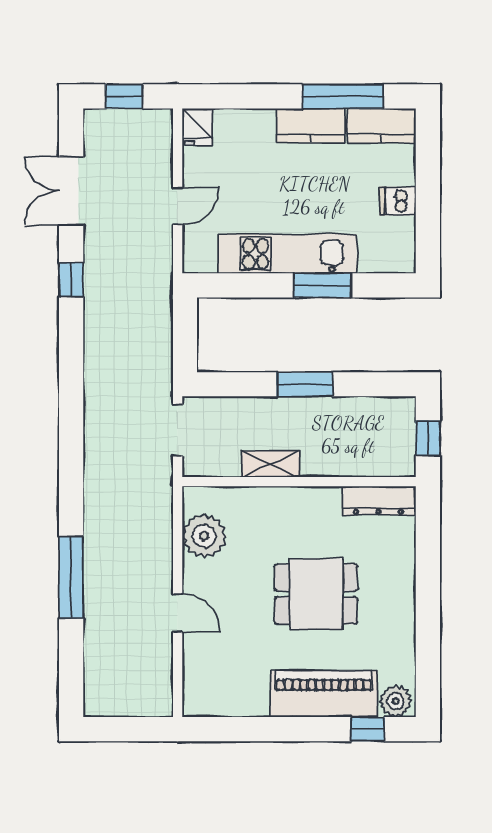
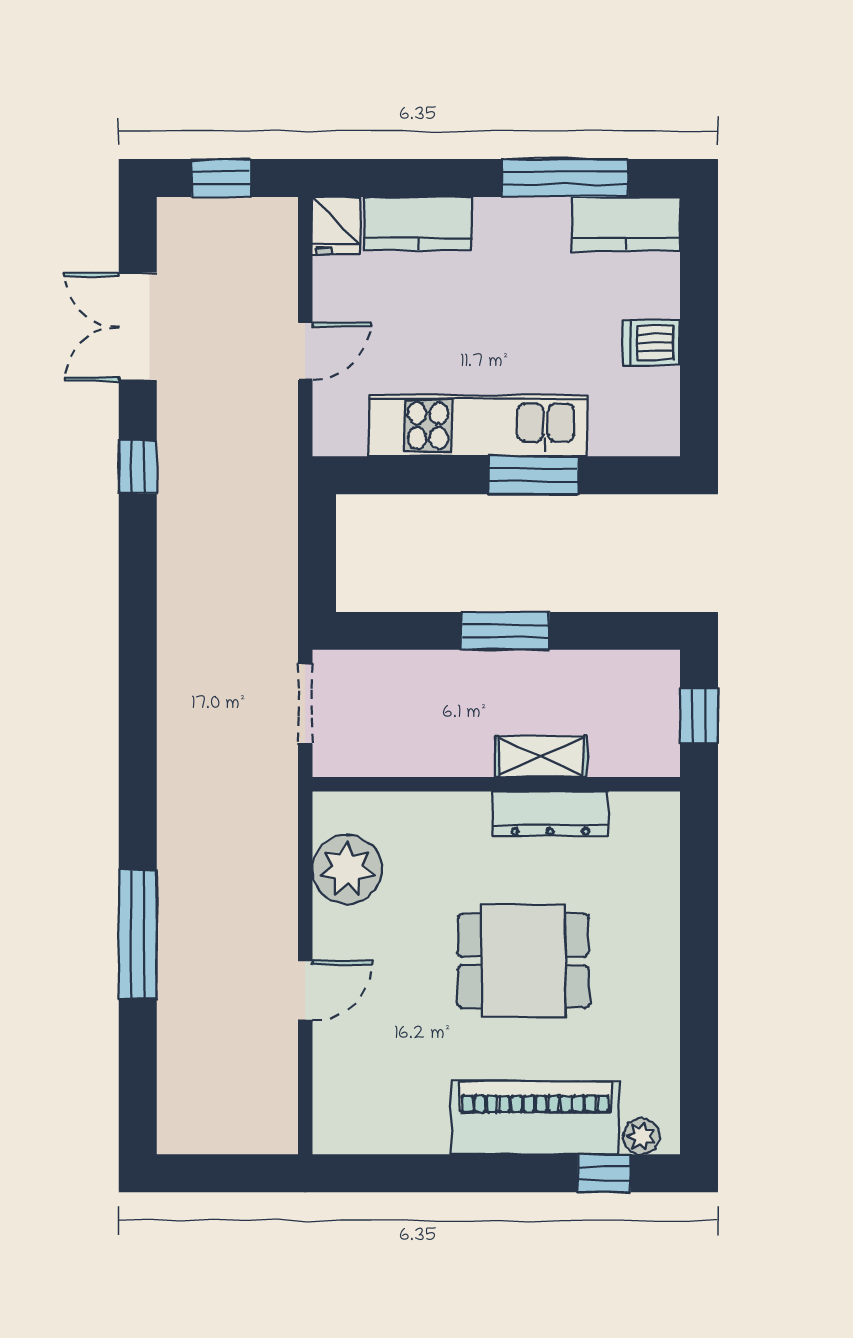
kitchen counter: (310, 125) -> (418, 224), moved
shelving: (270, 464) -> (541, 757), moved
dresser: (378, 501) -> (550, 814), moved
door: (178, 613) -> (305, 991), hinge flipped
plant: (396, 701) -> (641, 1136), width x0.73, depth x0.73

